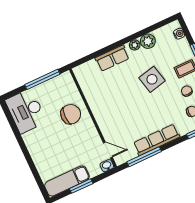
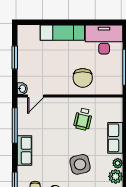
wheelchair: (109, 96) -> (83, 119), added
row of seats: (157, 140) -> (24, 151), width x0.68
exam couch: (67, 181) -> (62, 33), moved, turned 90

